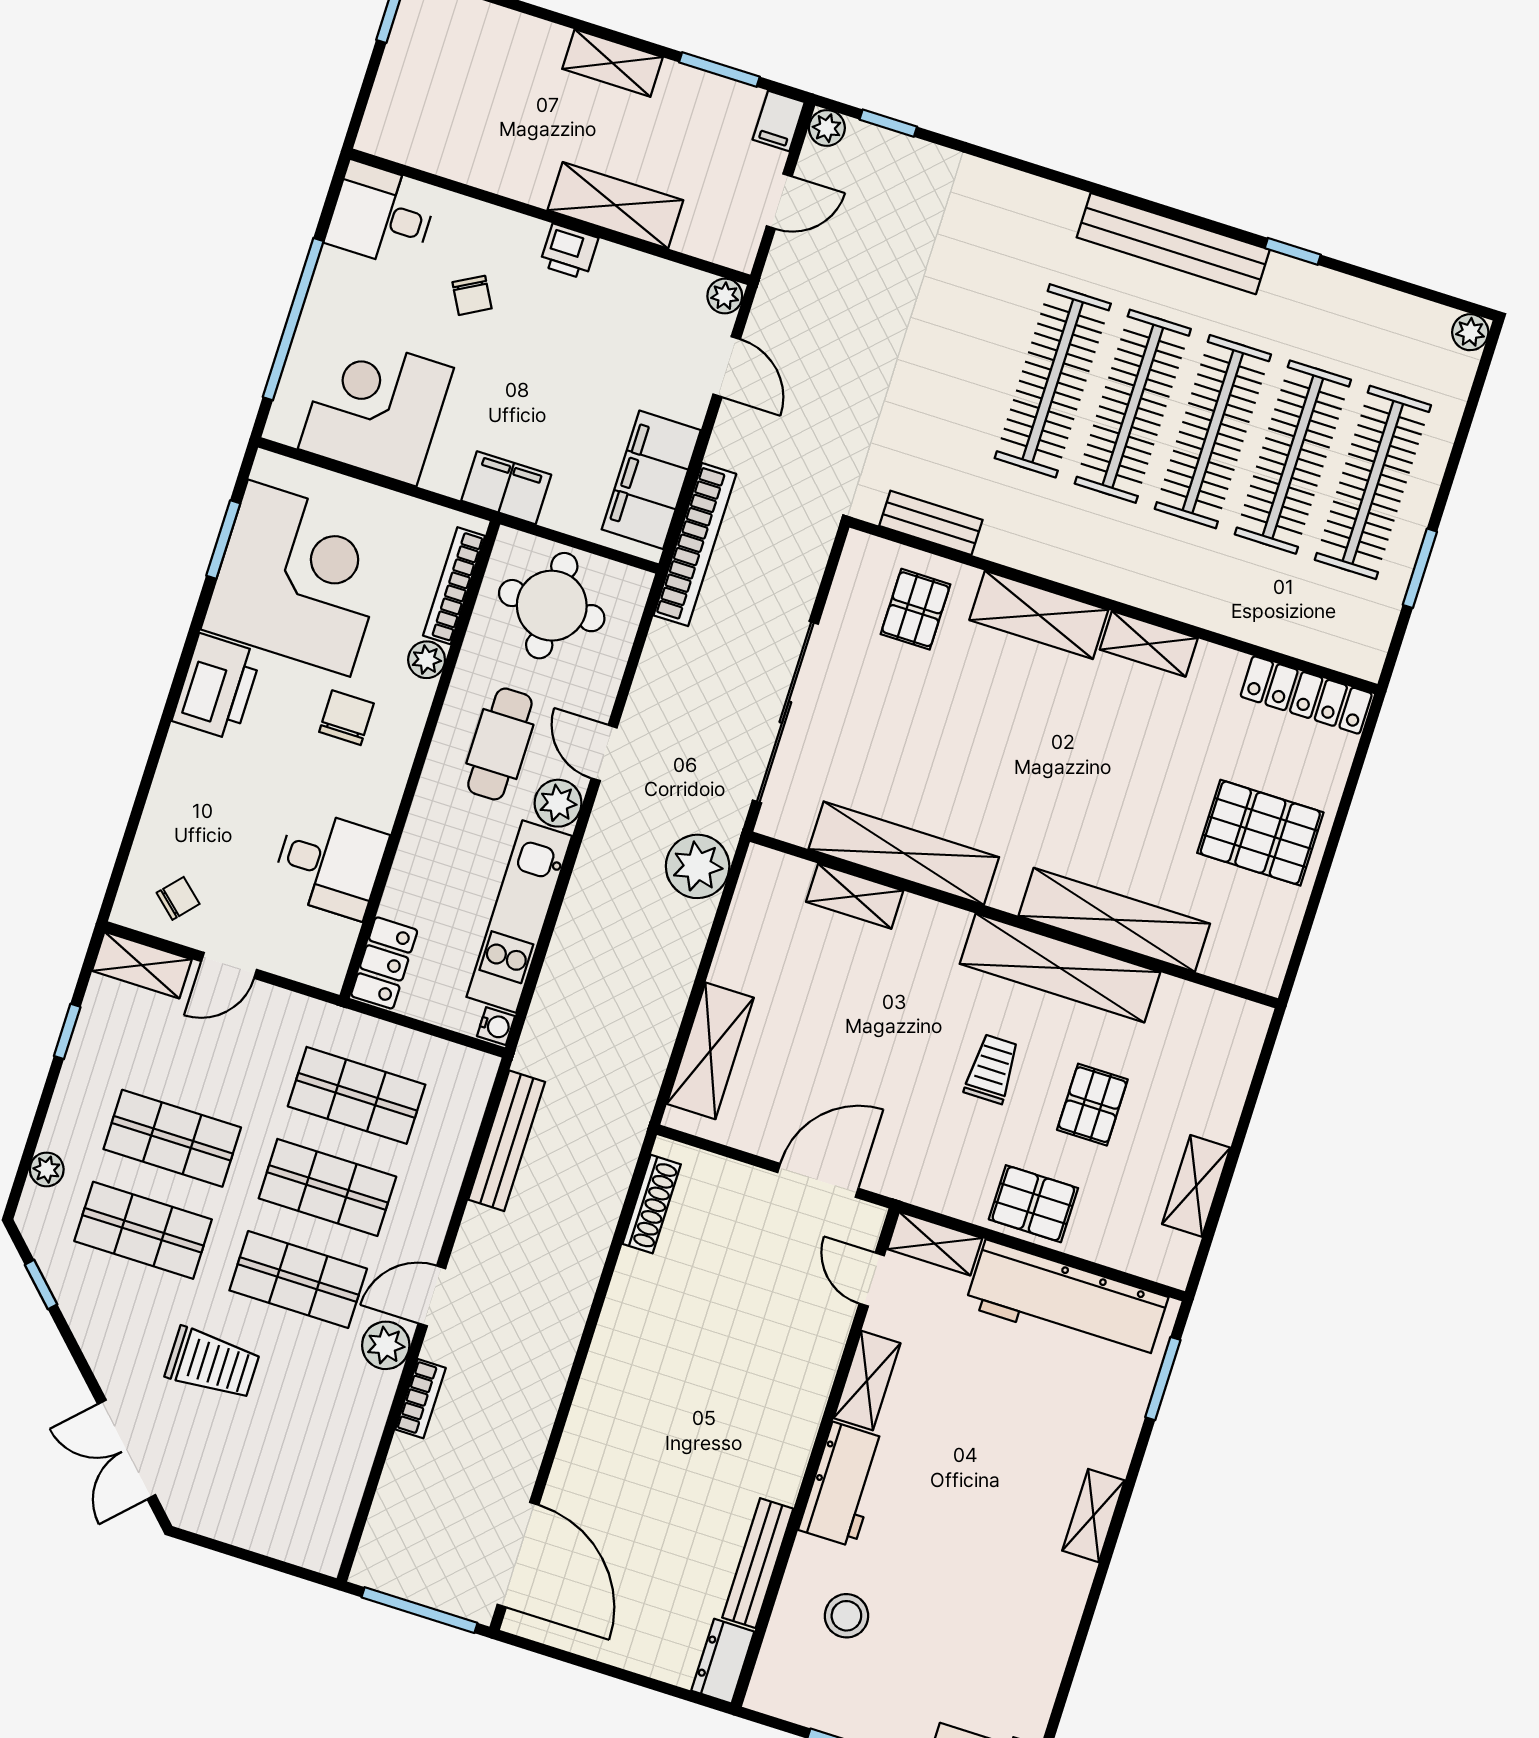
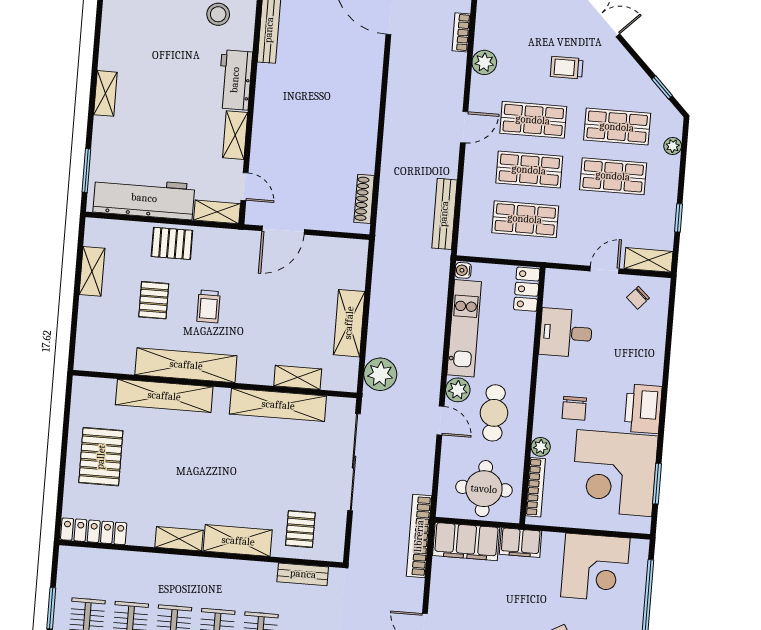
filing cabinet: (651, 480) -> (466, 542), moved, turned 90
pallet: (1260, 833) -> (101, 457), turned 90
shelving: (710, 1051) -> (349, 323), moved
plant: (386, 1345) -> (484, 62), moved
trolley: (212, 1364) -> (567, 68), width x0.73, depth x0.72
bookcase: (420, 1399) -> (461, 32), moved

